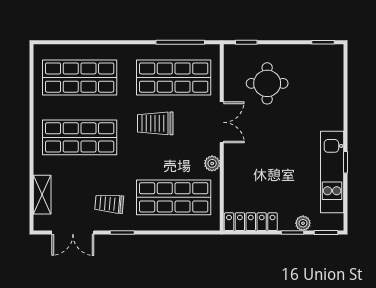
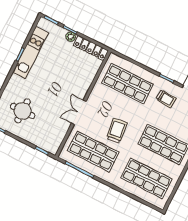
round table: (267, 83) -> (23, 111), moved
trolley: (155, 123) -> (117, 131), turned -97
plant: (212, 163) -> (96, 92), removed
plant: (303, 223) -> (71, 37), moved

